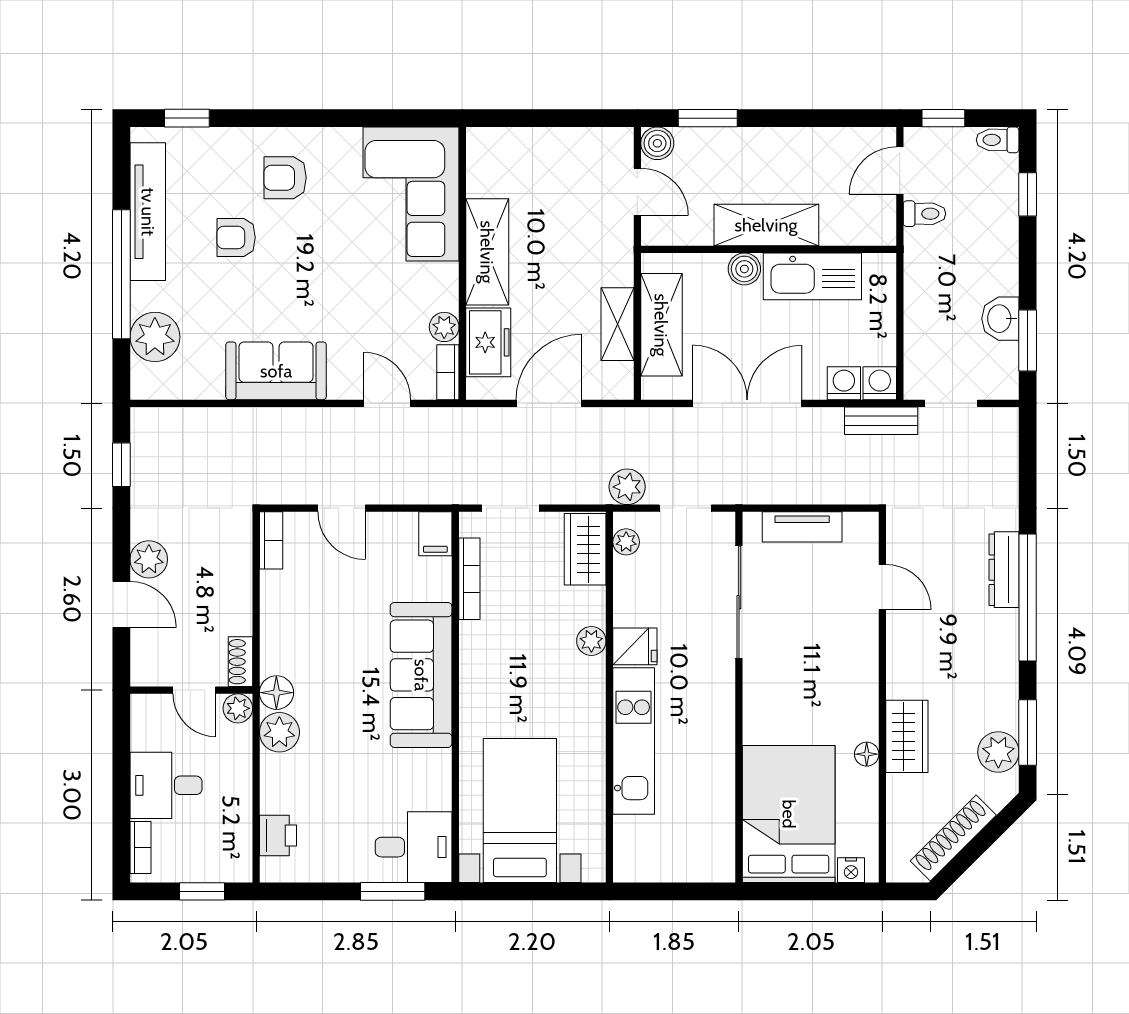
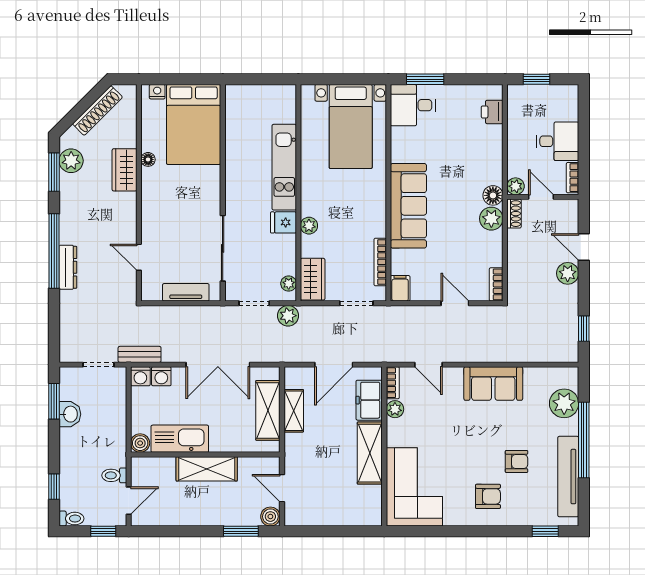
boiler: (744, 269) -> (140, 443), moved
plant: (279, 732) -> (491, 219), moved
bookcase: (141, 847) -> (572, 178), moved

